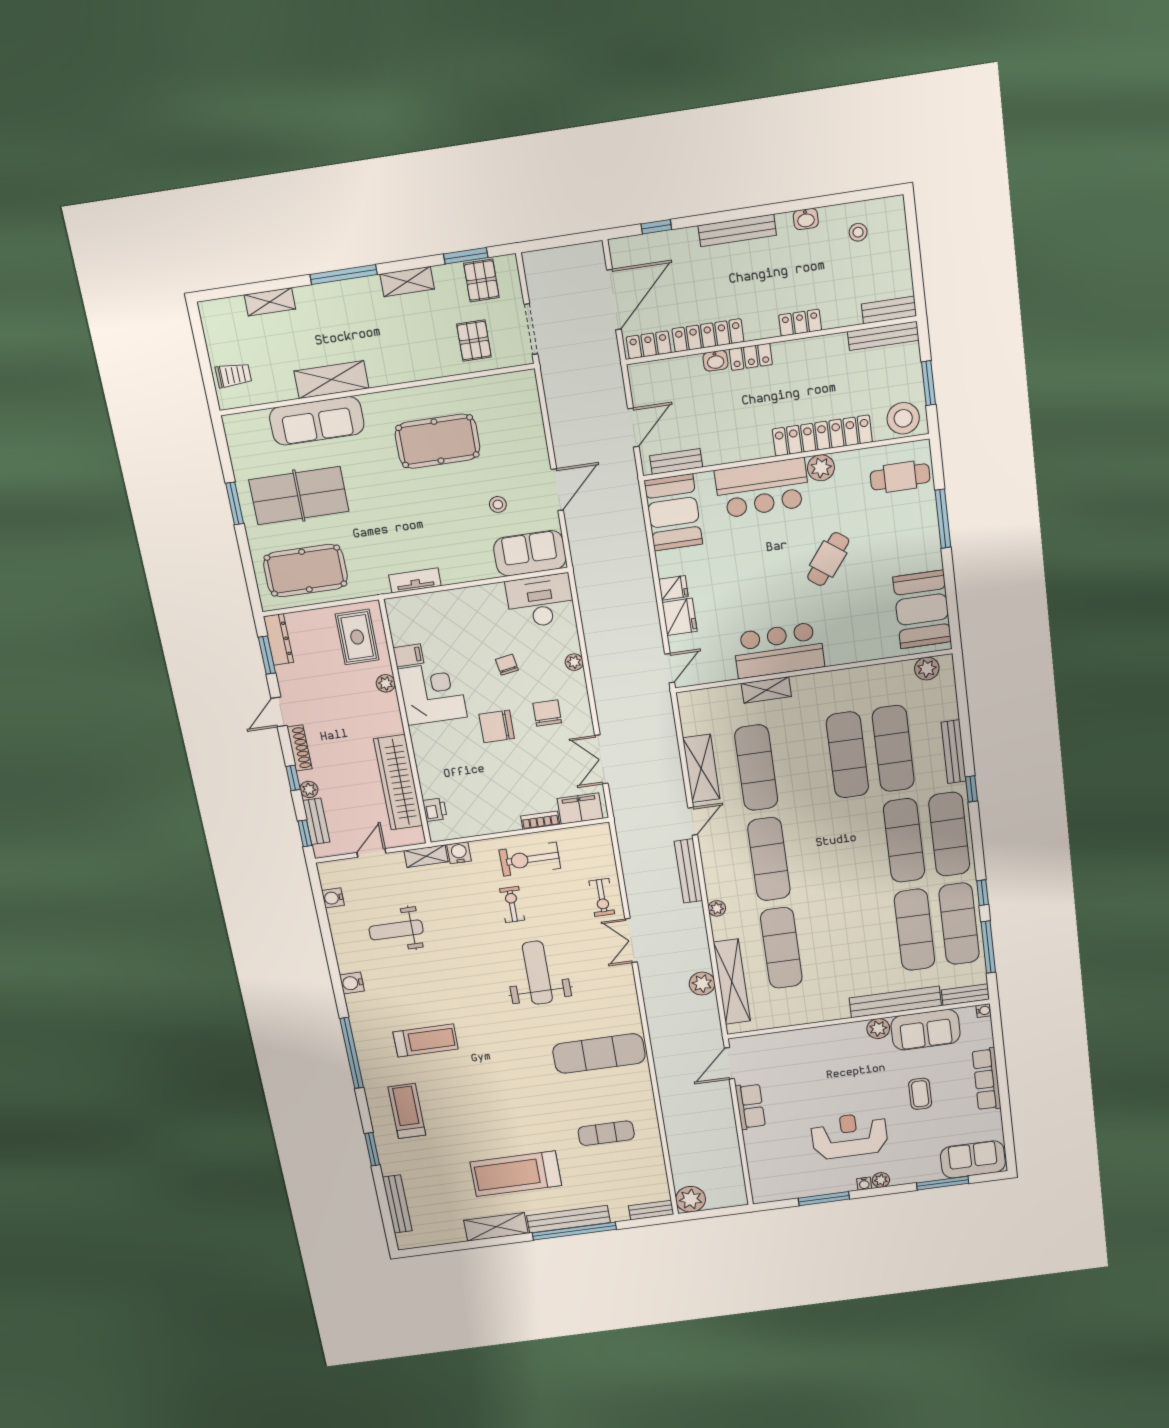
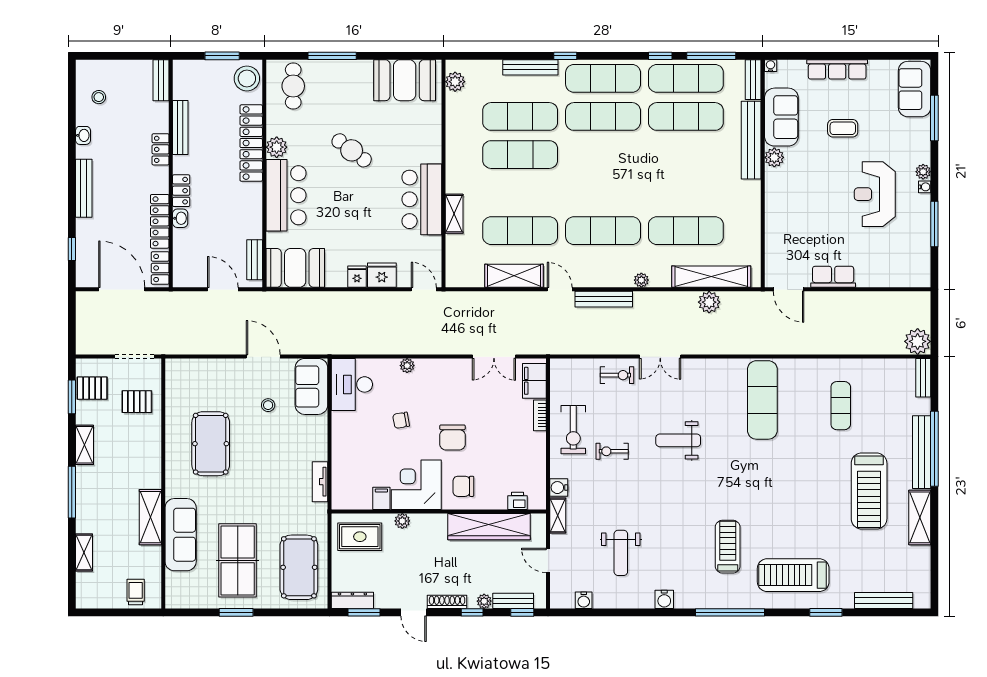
bench: (883, 336) -> (180, 127), moved
chair: (547, 713) -> (463, 486), moved
weight bench: (537, 973) -> (678, 440), width x0.73, depth x0.75
treadmill: (407, 1111) -> (793, 575), width x1.37, depth x1.38

